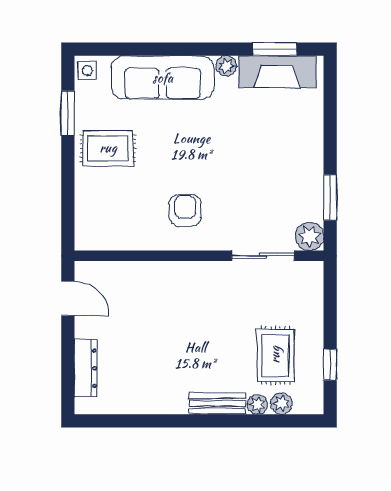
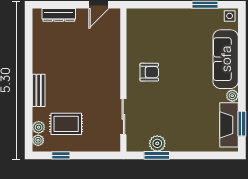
rug: (108, 148) -> (185, 28), removed
plant: (310, 236) -> (157, 143), moved
plant: (257, 404) -> (38, 140), moved

